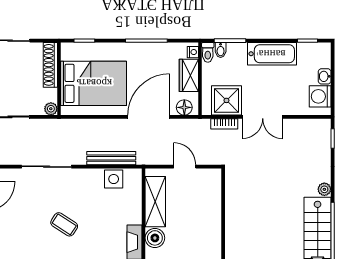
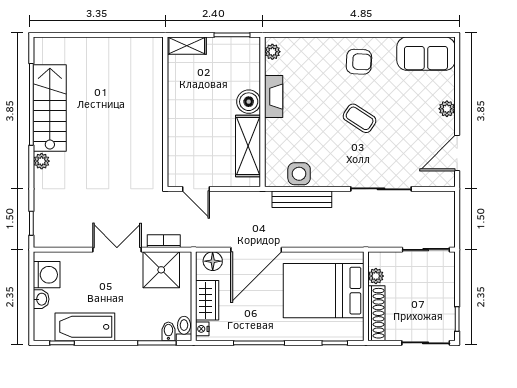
bathtub: (272, 54) -> (85, 327), moved
plant: (51, 109) -> (376, 276), moved
door: (185, 167) -> (196, 189), moved

